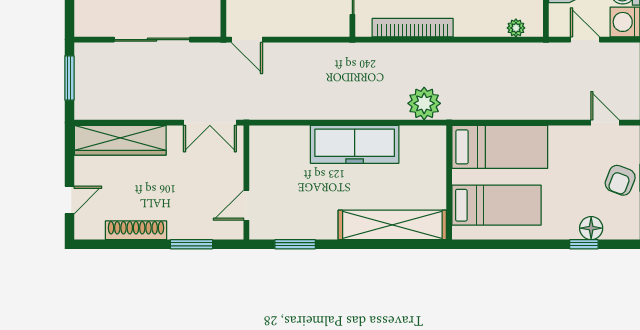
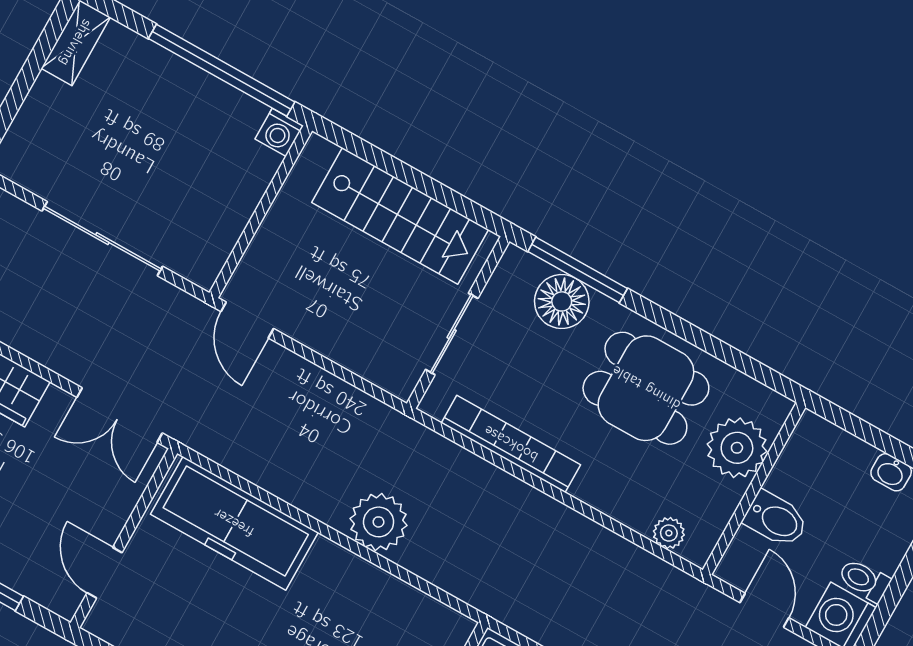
plant: (424, 103) -> (379, 522), moved
freezer: (355, 144) -> (234, 523), moved
door: (246, 205) -> (105, 573), hinge flipped

